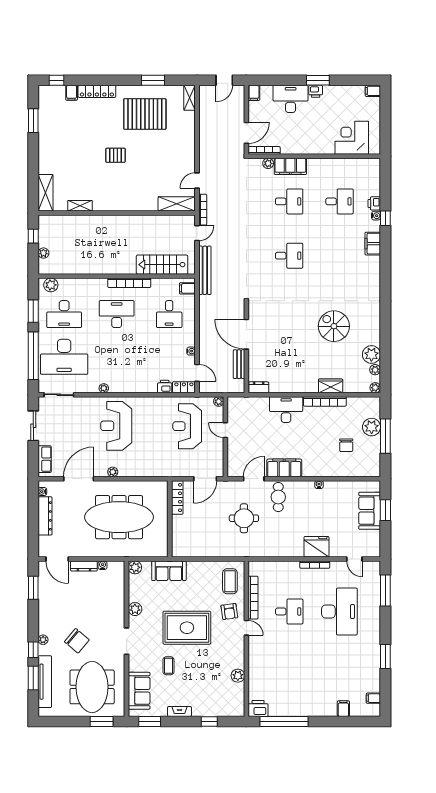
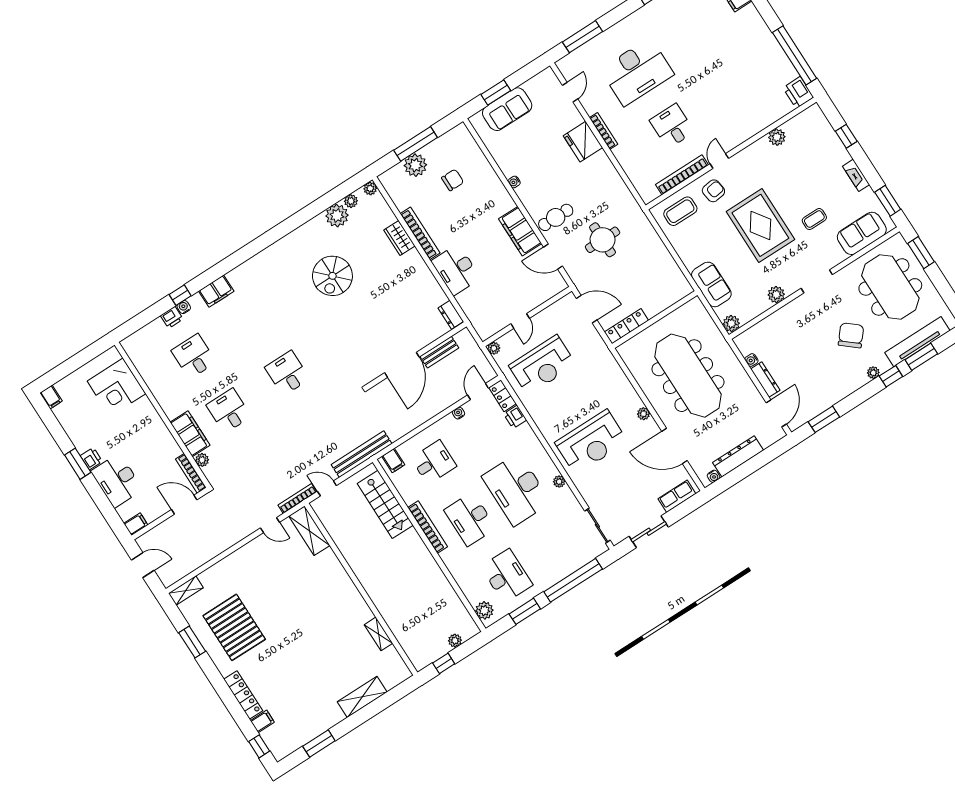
pallet: (115, 155) -> (299, 631), removed
shelving: (46, 193) -> (362, 697), moved
desk: (64, 357) -> (516, 489), moved, turned 180
desk: (339, 611) -> (637, 72), turned 180
meeting table: (92, 687) -> (890, 287), turned 90

